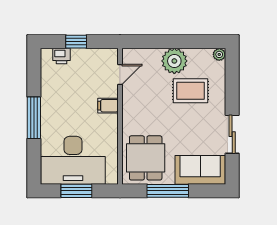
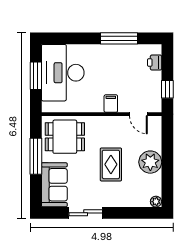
window: (76, 42) -> (167, 89), moved
rug: (191, 91) -> (111, 164), moved
window: (34, 118) -> (119, 38), moved

